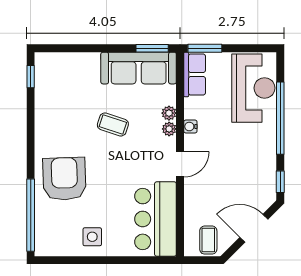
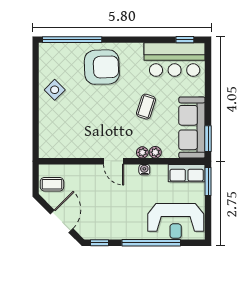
bar counter: (156, 219) -> (175, 60), moved, turned 180
side table: (92, 237) -> (55, 90), turned 45

